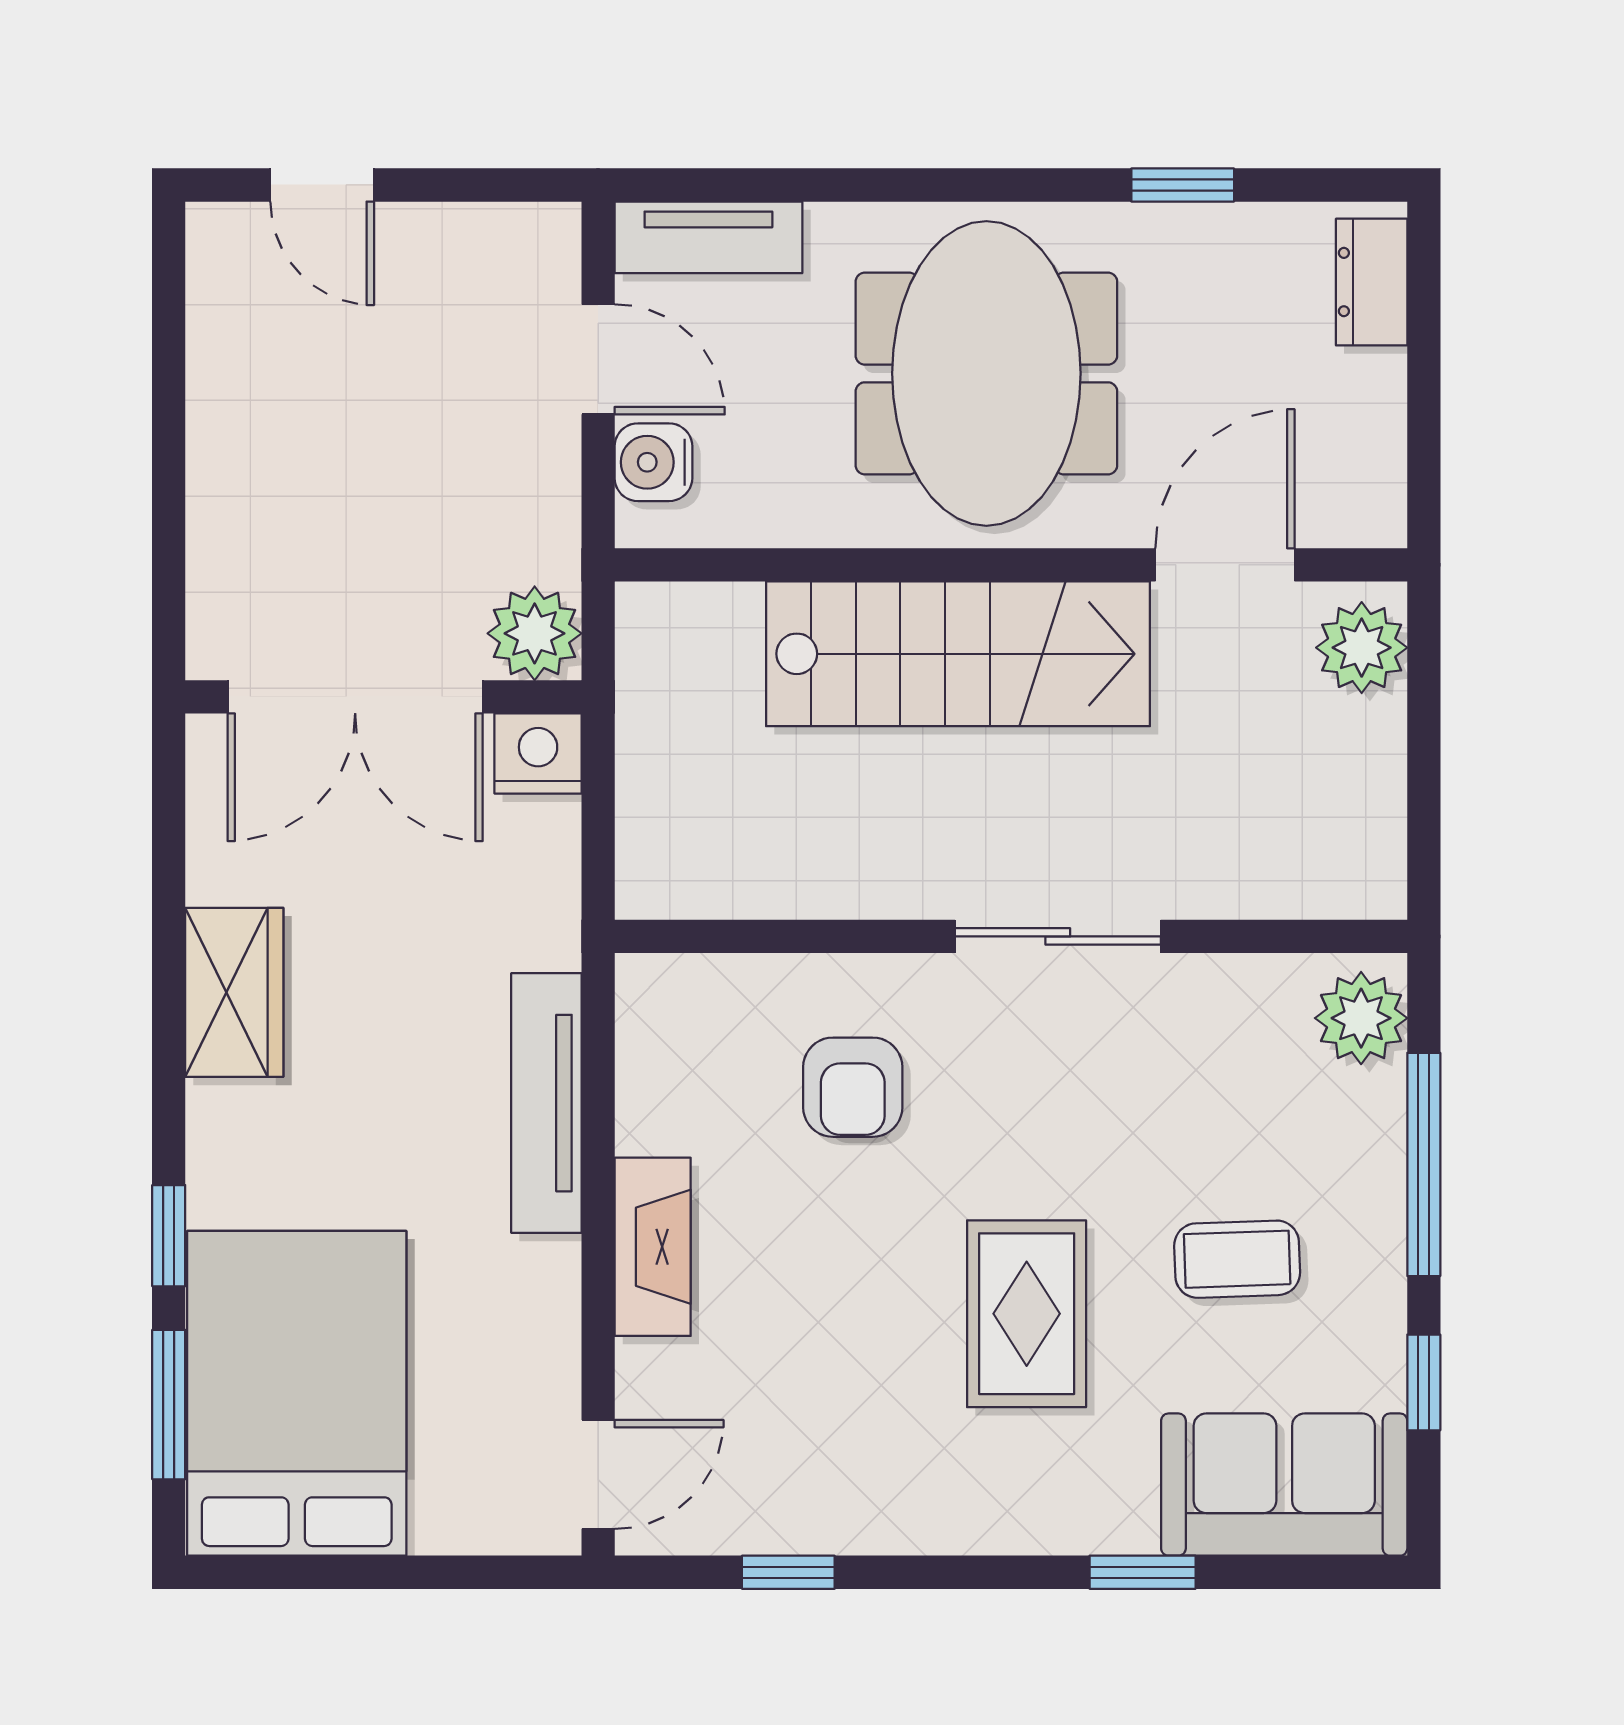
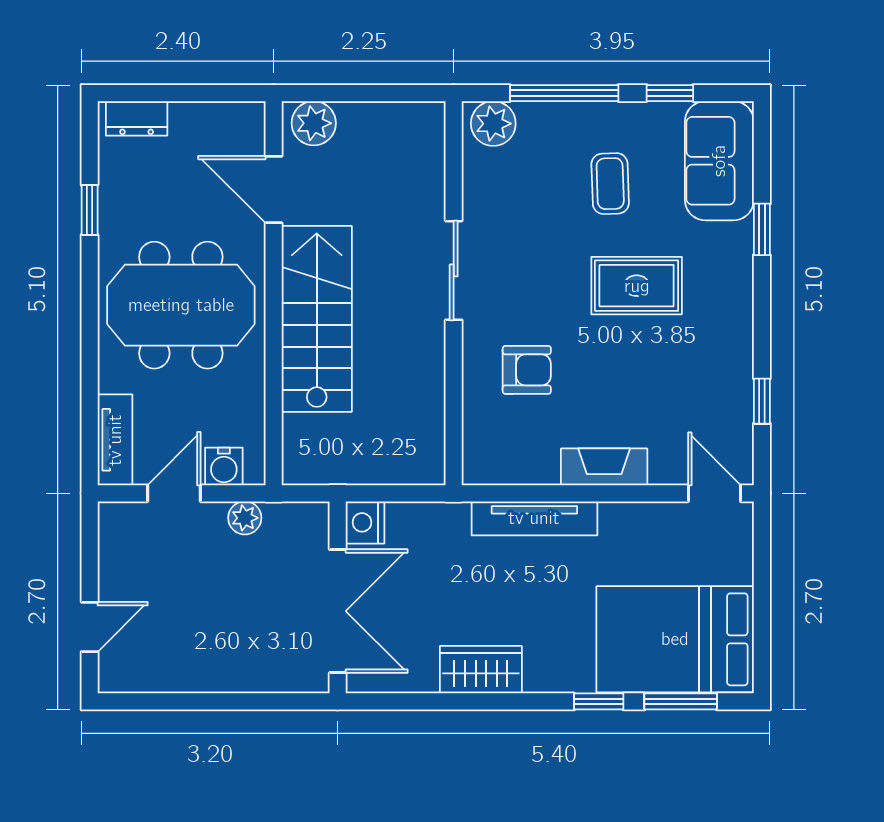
plant: (535, 633) -> (245, 518), moved, width x0.73, depth x0.73

